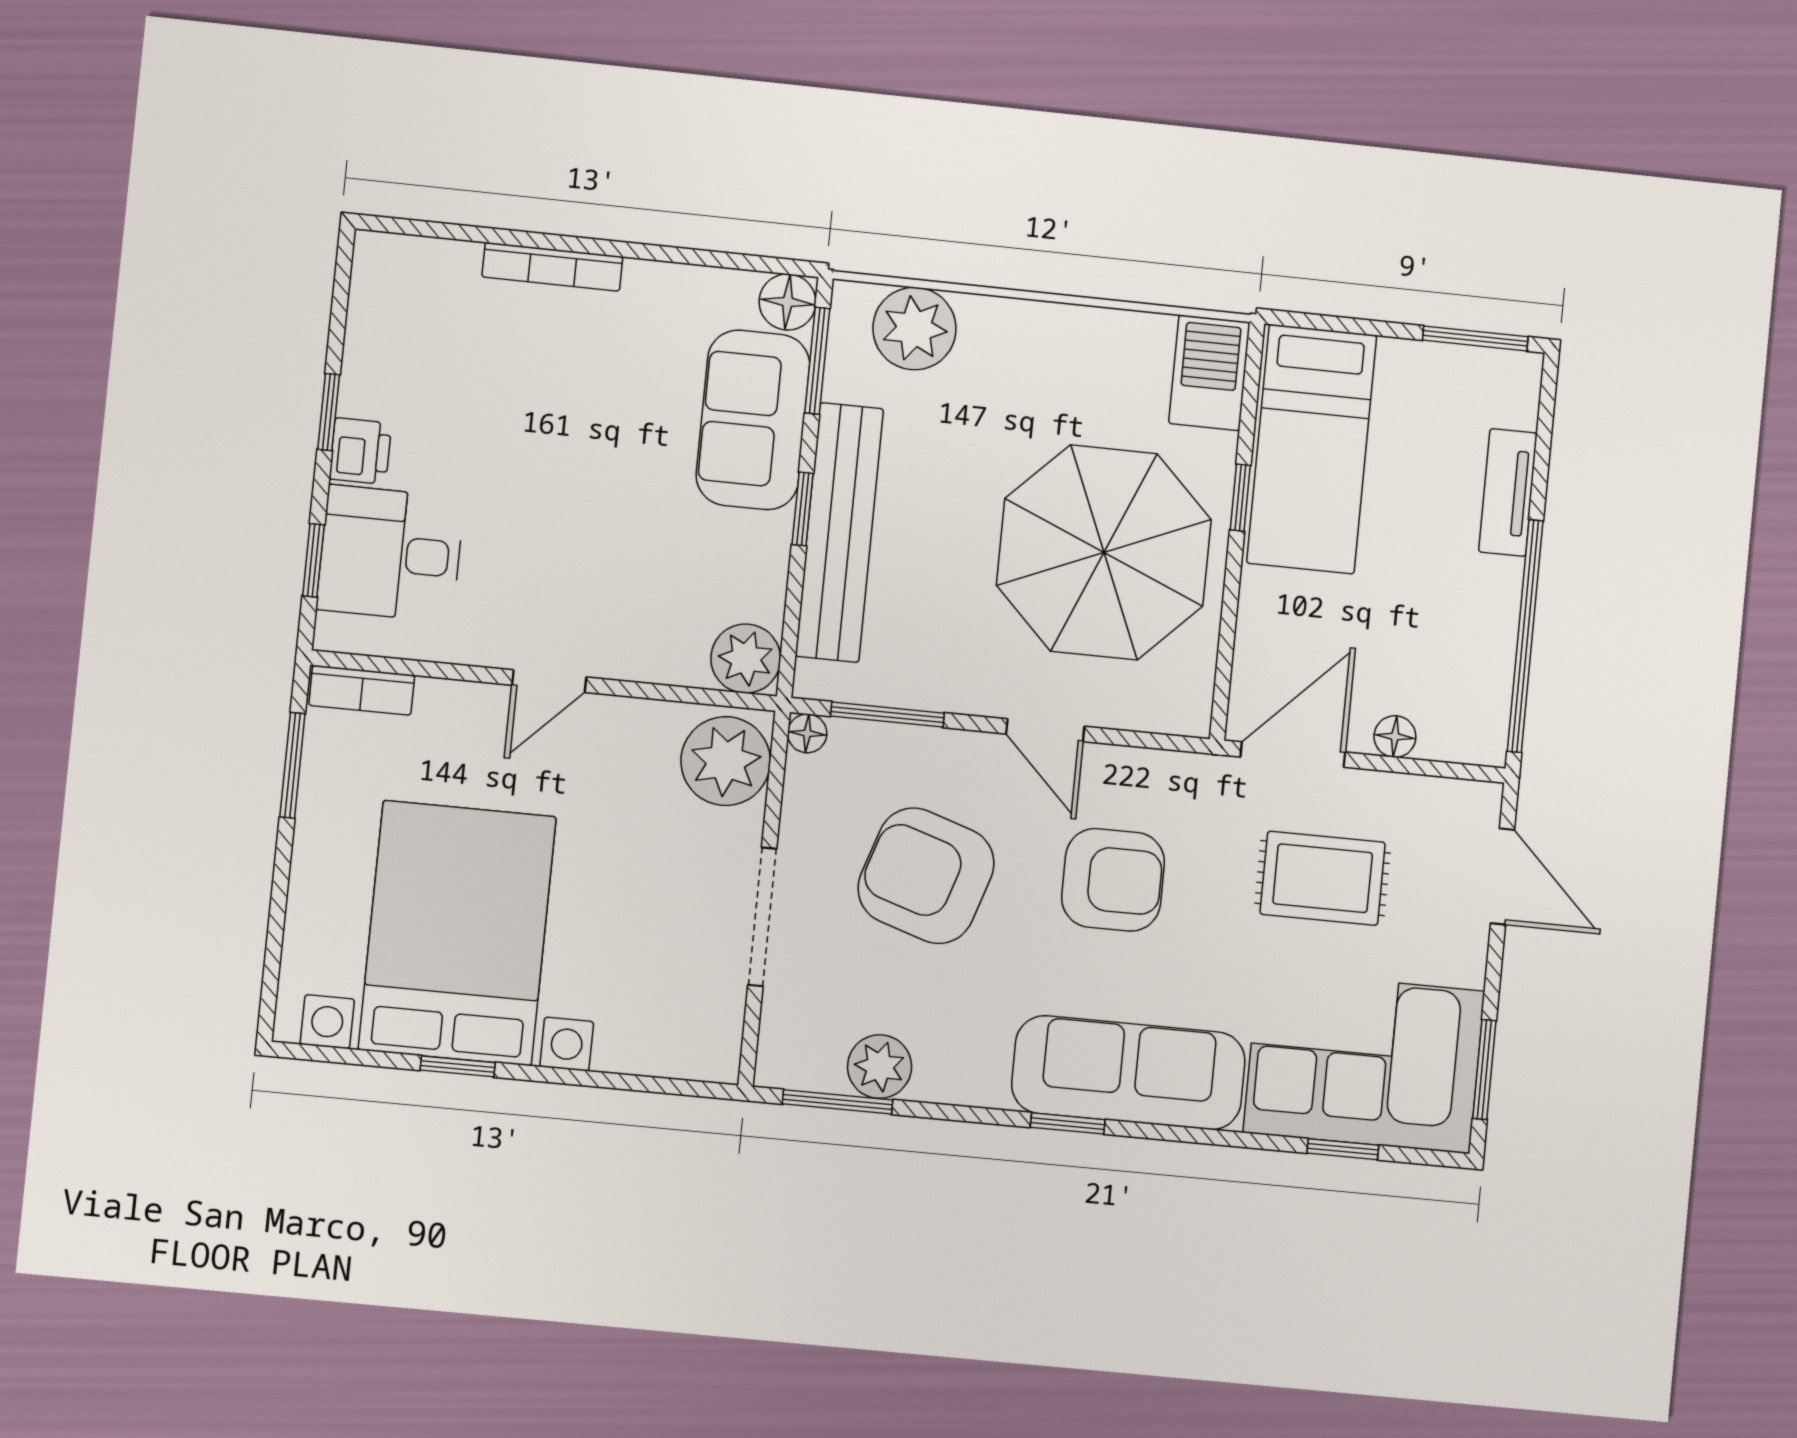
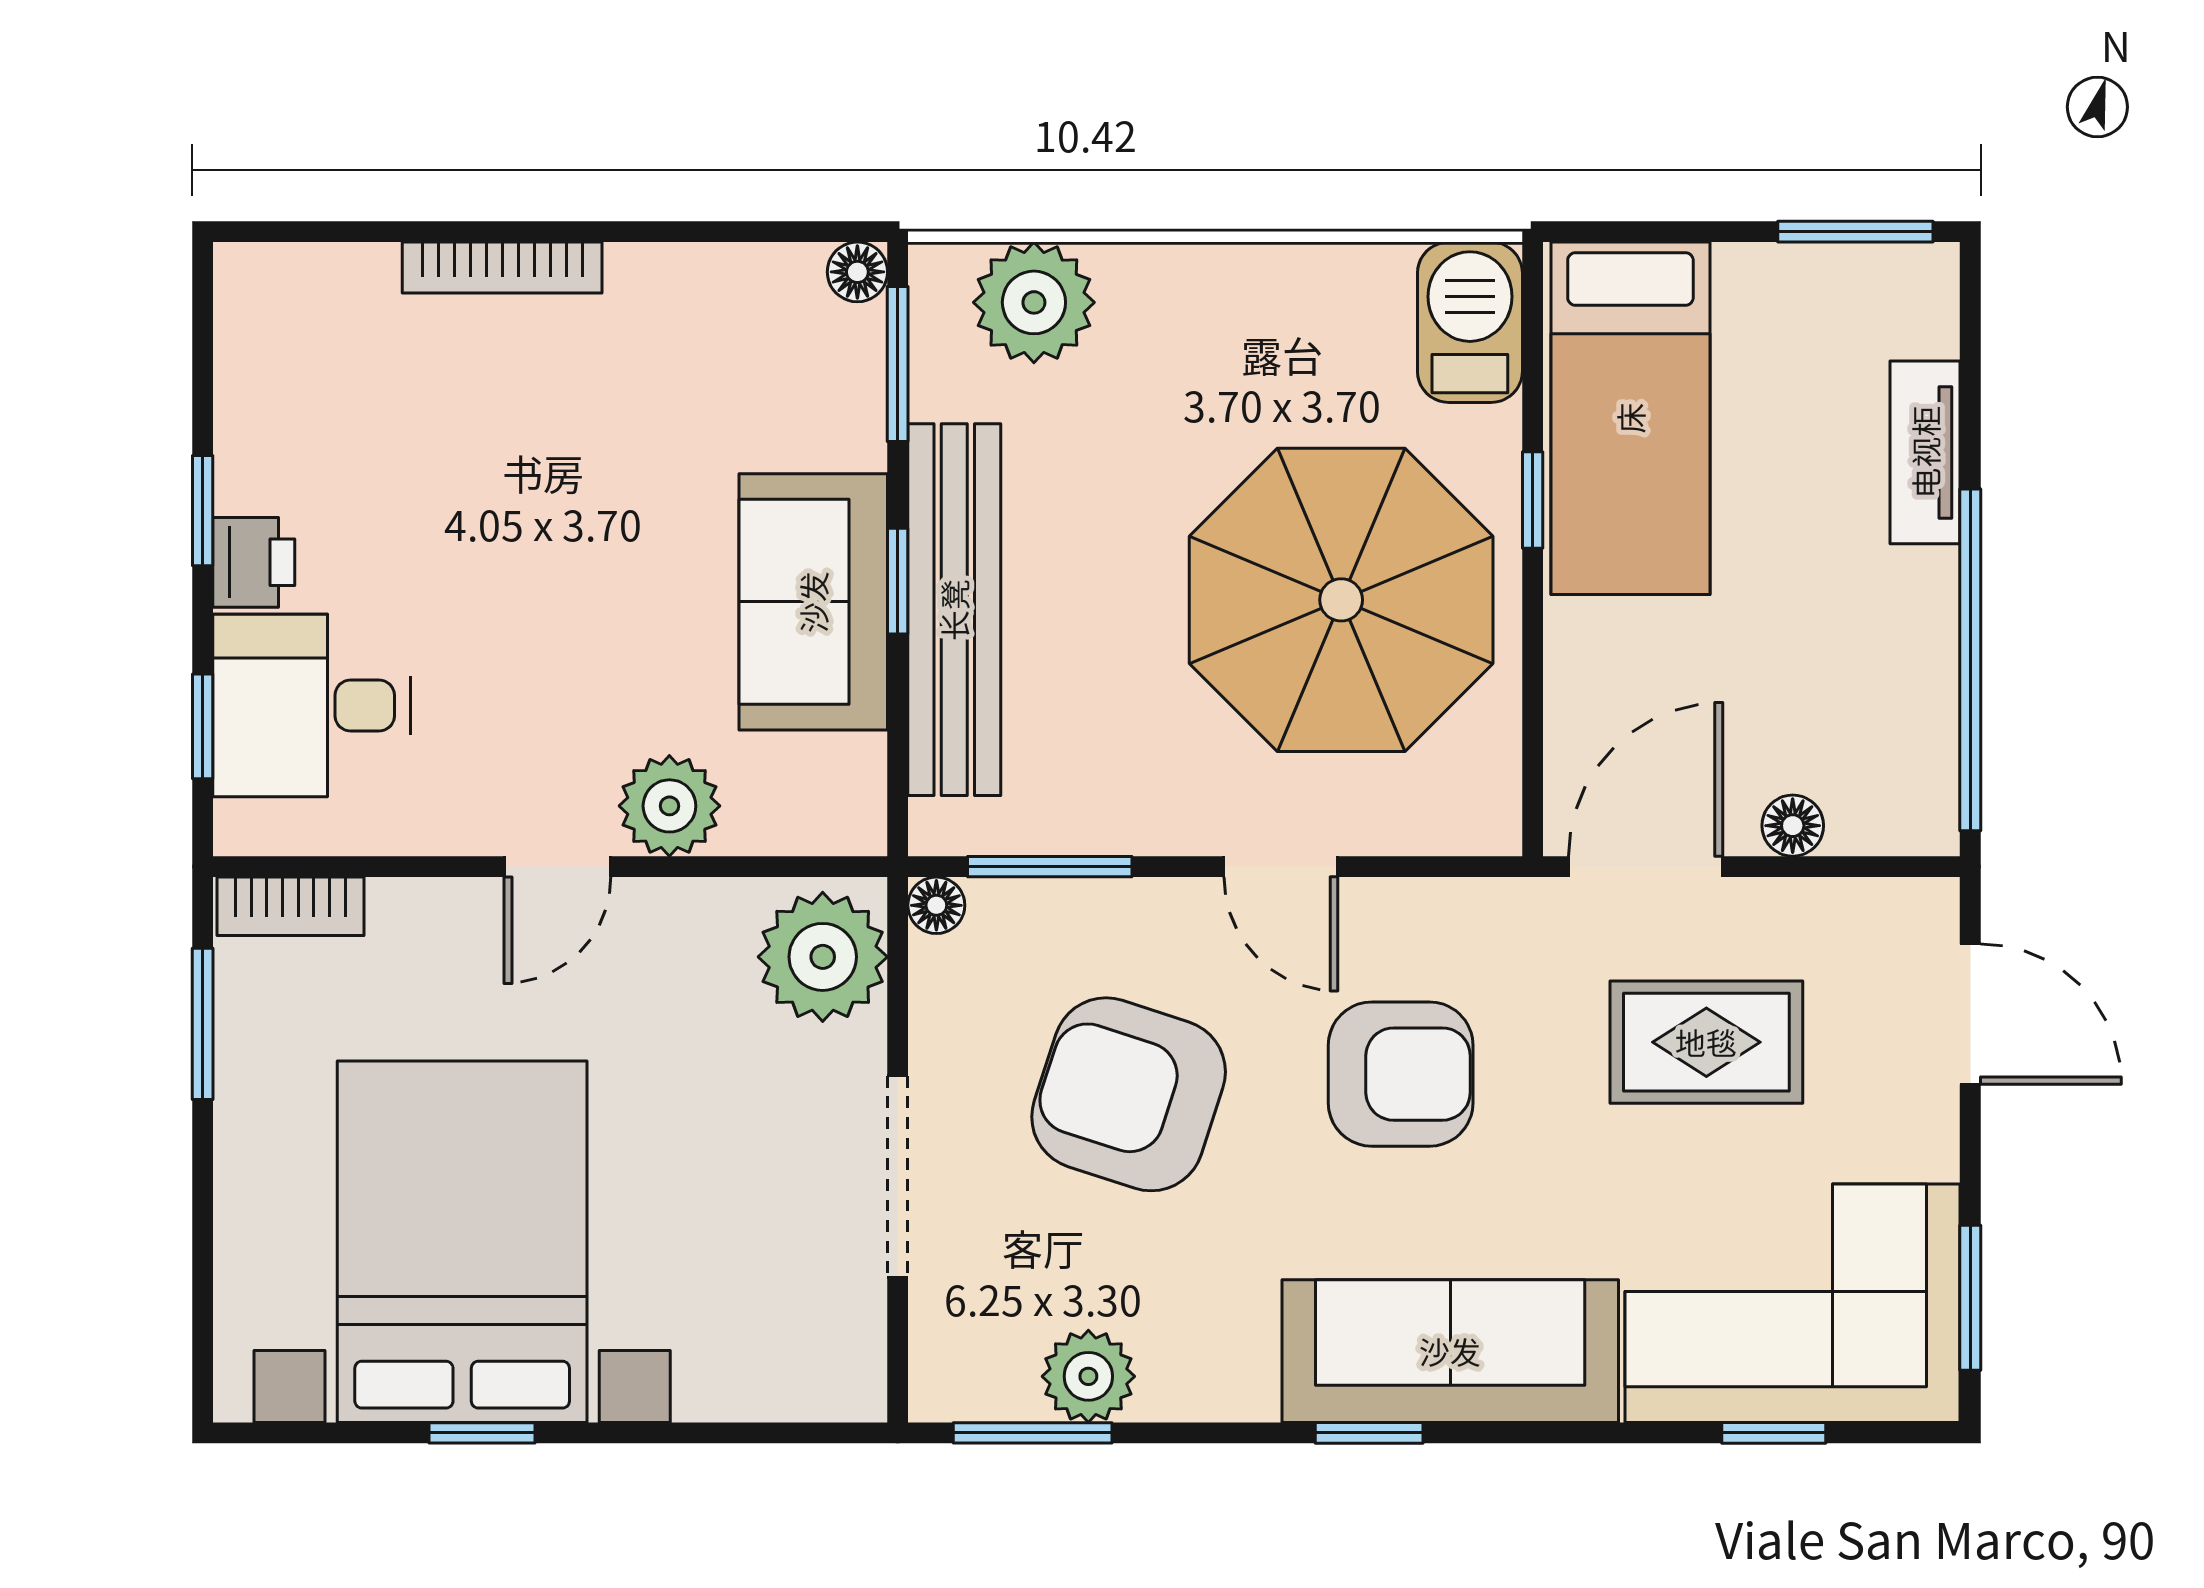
floor lamp: (788, 302) -> (857, 272), width x0.73, depth x0.73
sofa: (753, 420) -> (813, 602), moved
plant: (746, 659) -> (669, 806), moved

